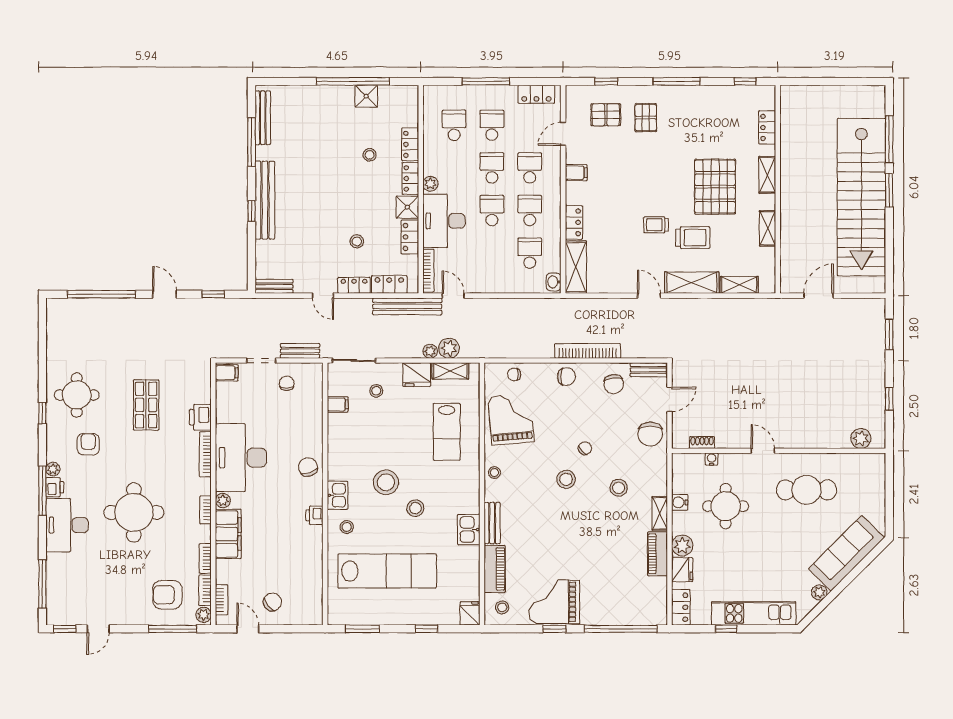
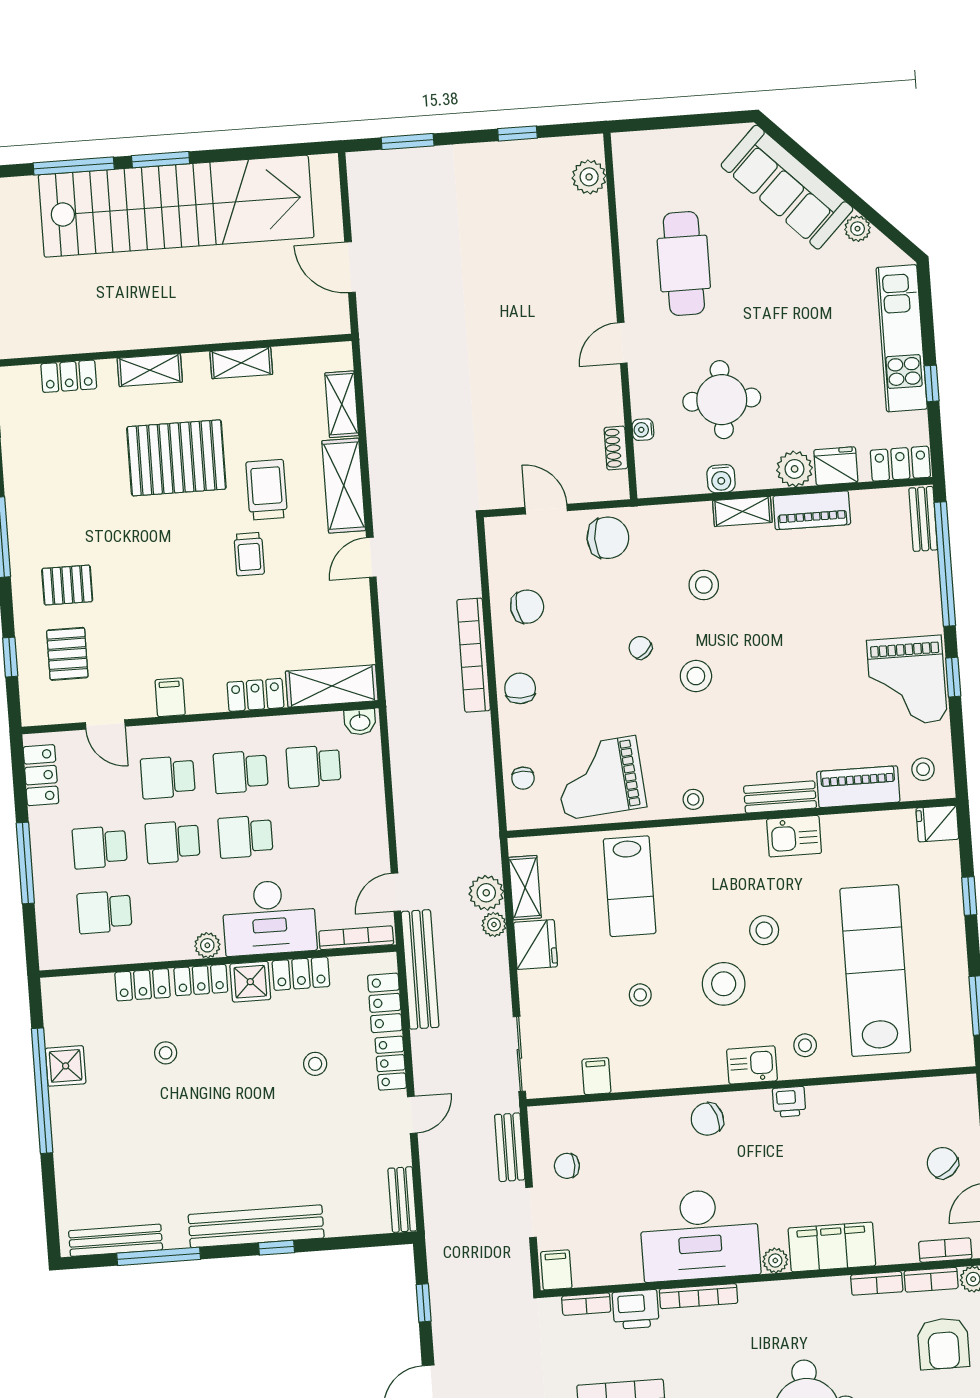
bench: (649, 370) -> (923, 519), moved
stool: (376, 391) -> (640, 995), moved
lab bench: (447, 432) -> (630, 886), turned 90
bookcase: (206, 510) -> (586, 1304), moved

